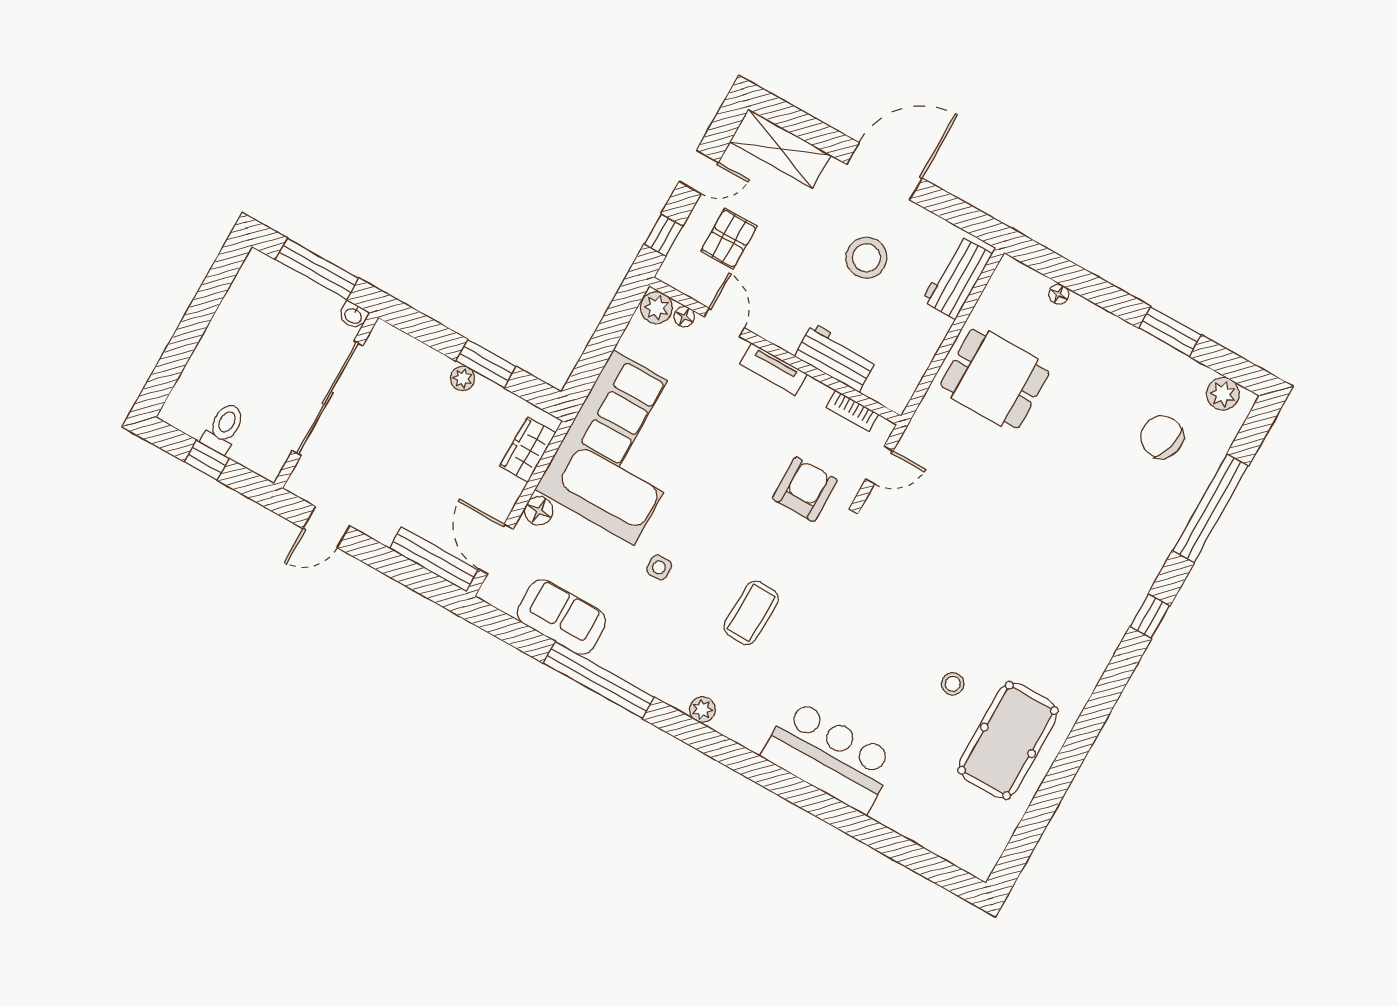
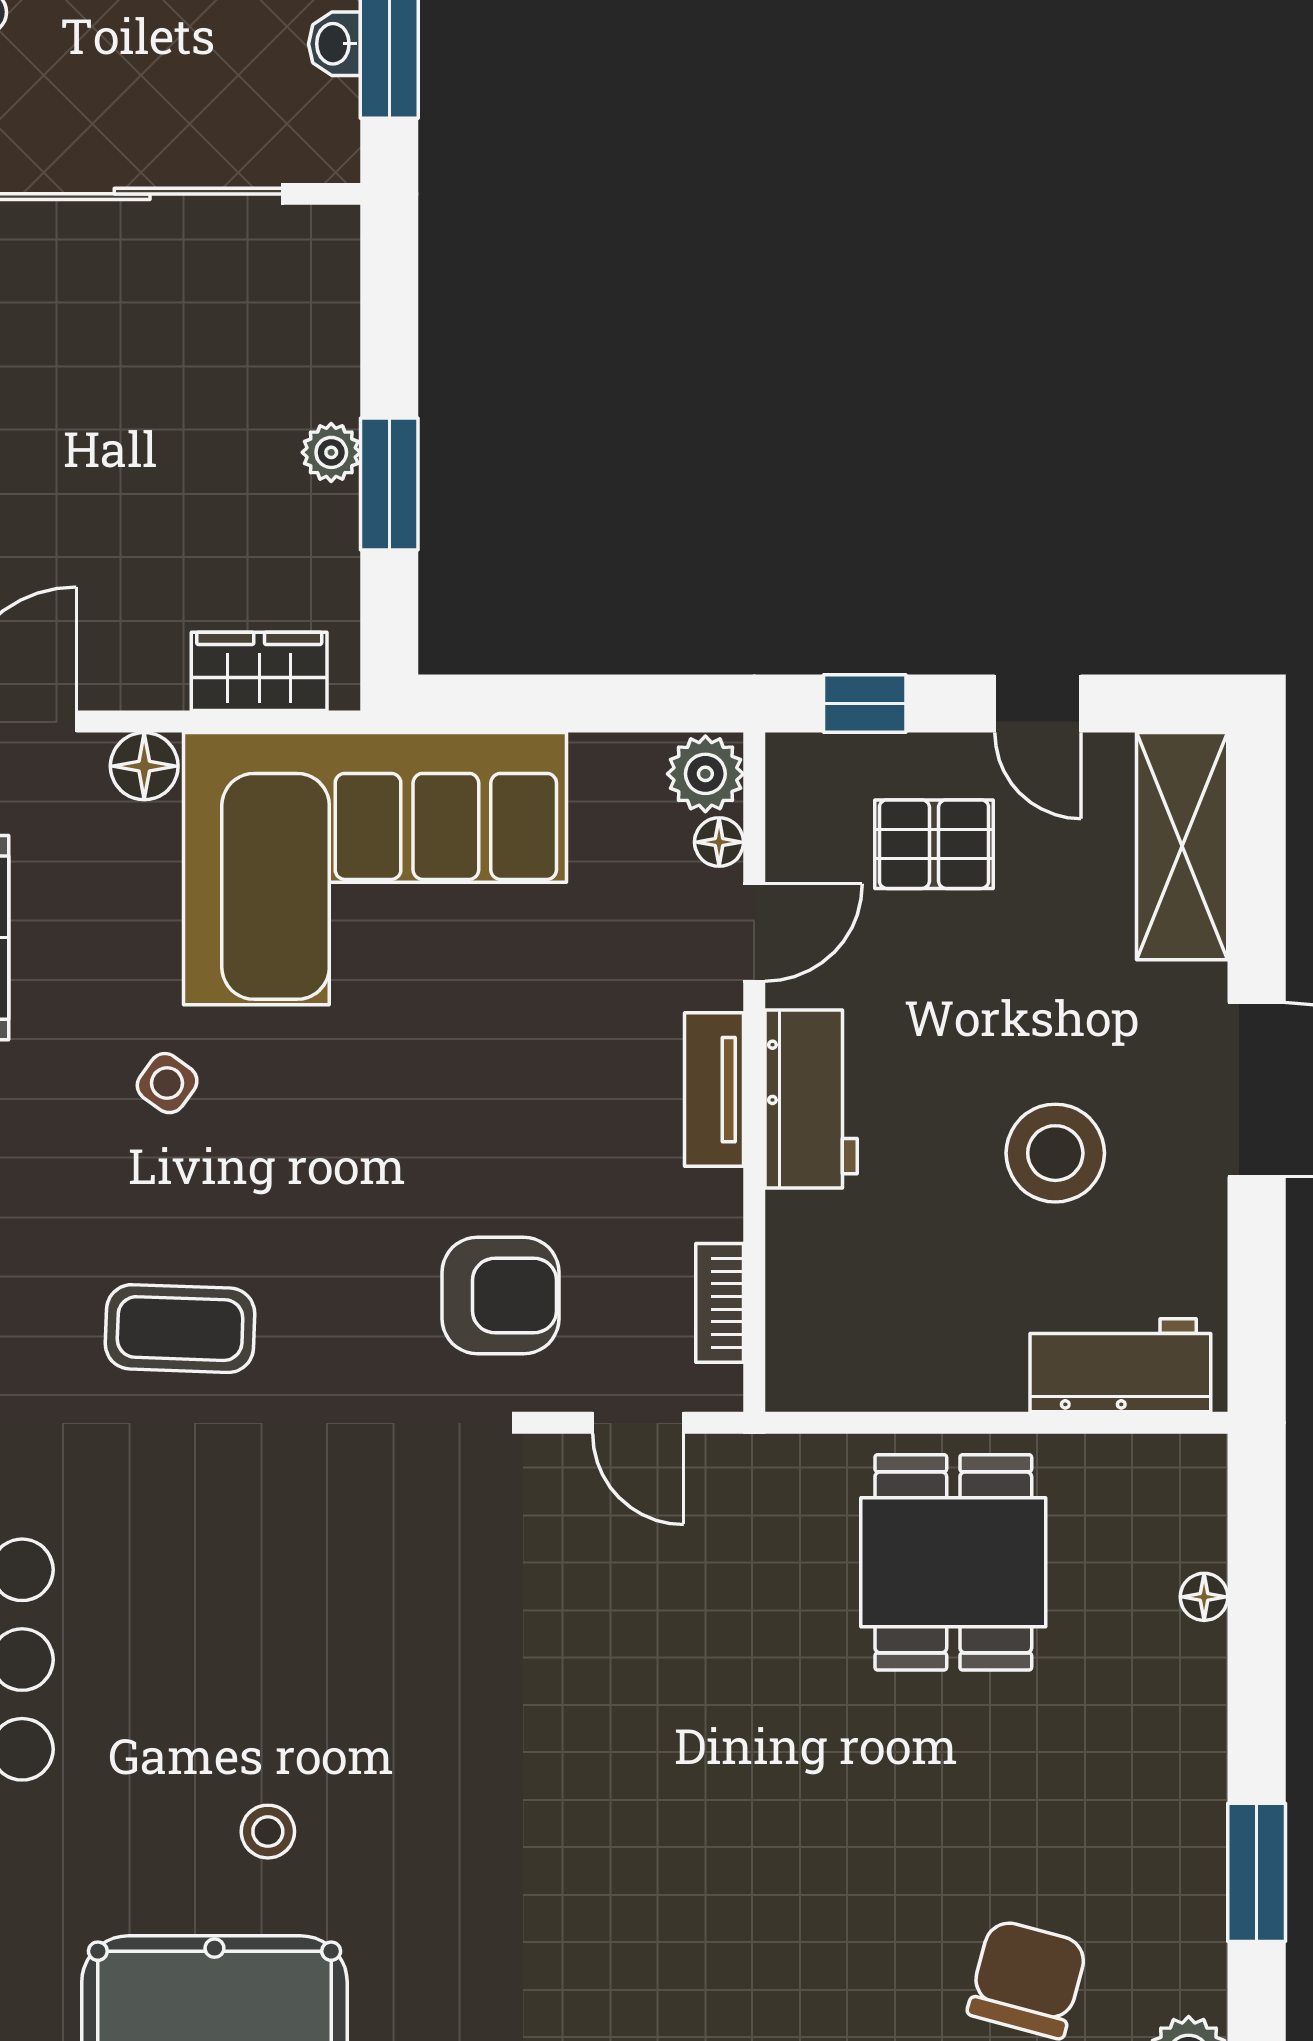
washbasin: (353, 316) -> (334, 44), moved
workbench: (836, 358) -> (811, 1099), moved
side table: (659, 567) -> (167, 1083), turned 36

